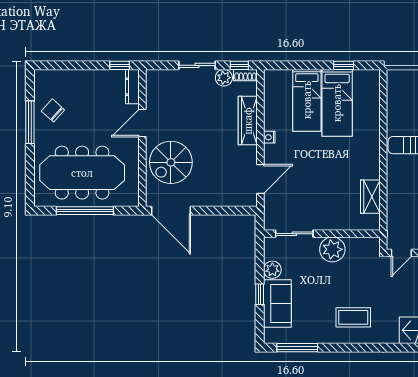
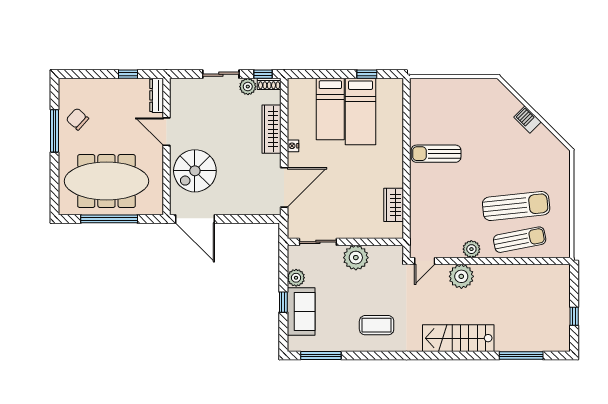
window: (120, 65) -> (128, 74), moved
door: (142, 123) -> (167, 132), hinge flipped
door: (260, 179) -> (284, 187), width x1.36

